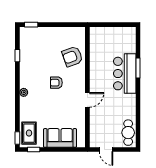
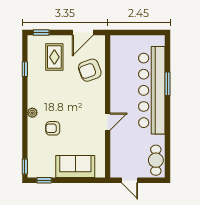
door: (66, 25) -> (83, 33), added
bar counter: (125, 74) -> (152, 90), width x1.86
armchair: (56, 83) -> (53, 128), moved
rug: (29, 133) -> (54, 57), moved

